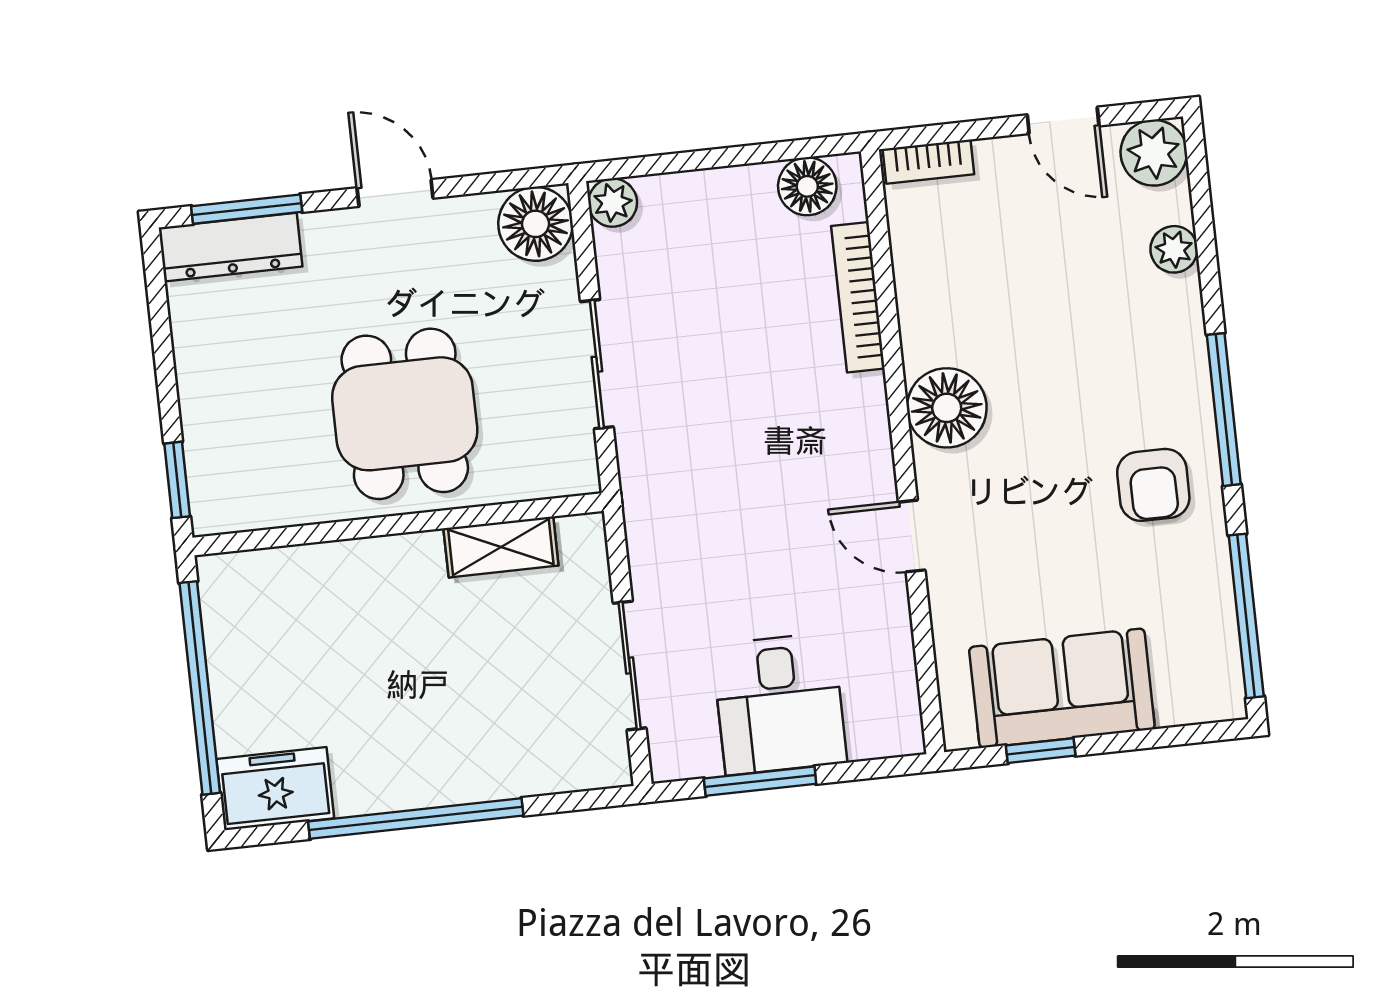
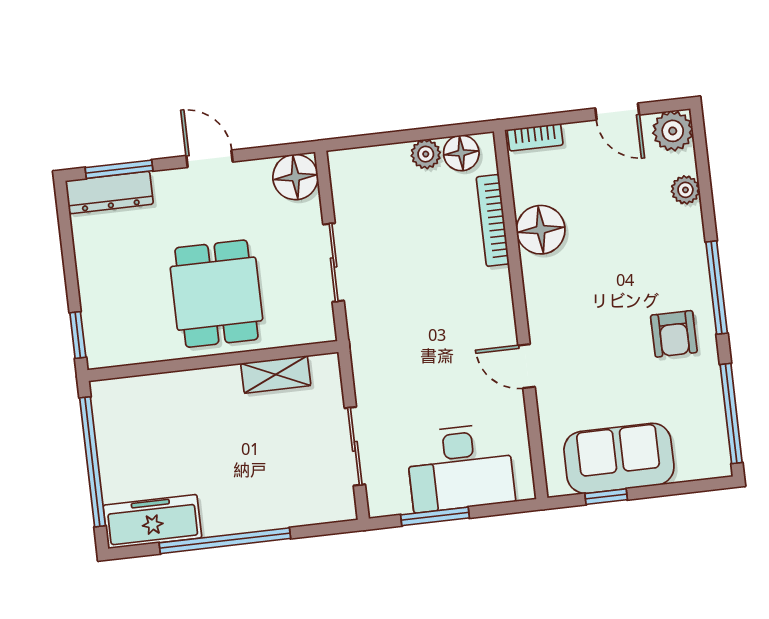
plant: (613, 203) -> (426, 154), moved
floor lamp: (947, 408) -> (541, 230), moved
desk: (779, 704) -> (460, 467), width x1.37
freezer: (275, 789) -> (152, 521), width x1.40

